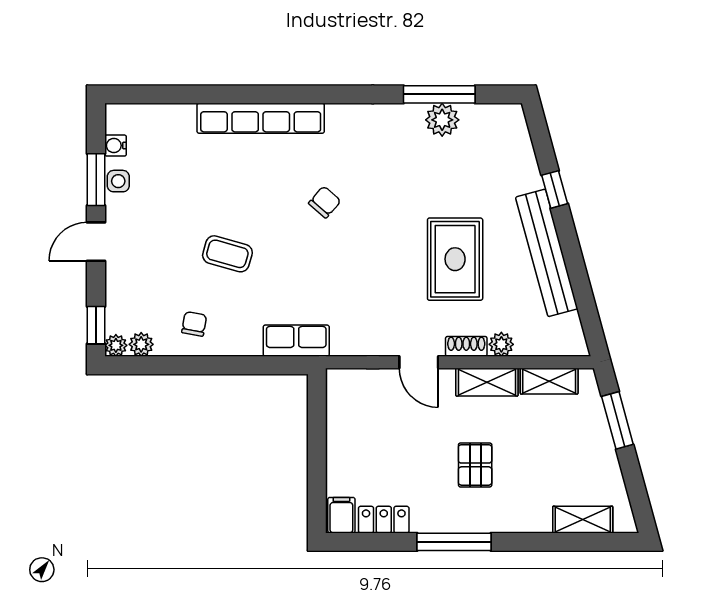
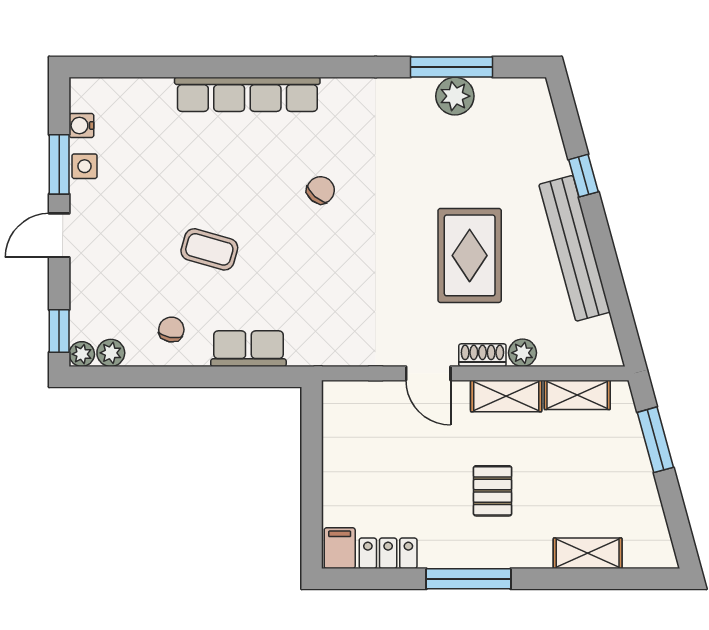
row of seats: (296, 341) -> (248, 349), moved
shelving: (583, 520) -> (588, 553), moved

